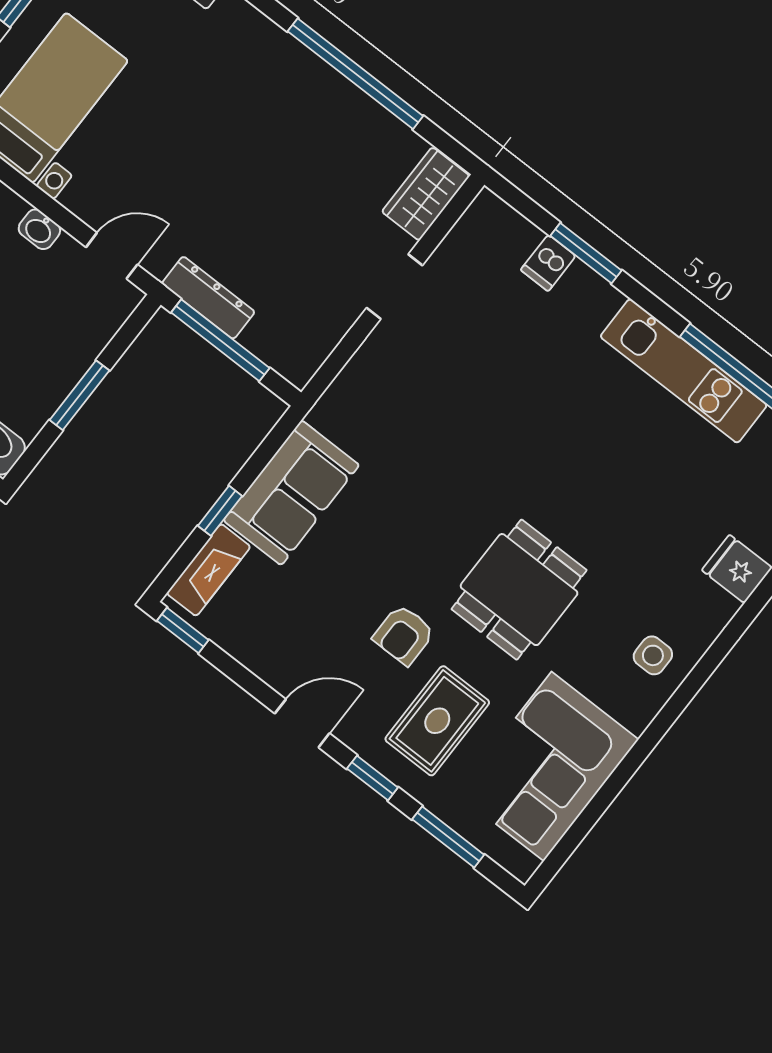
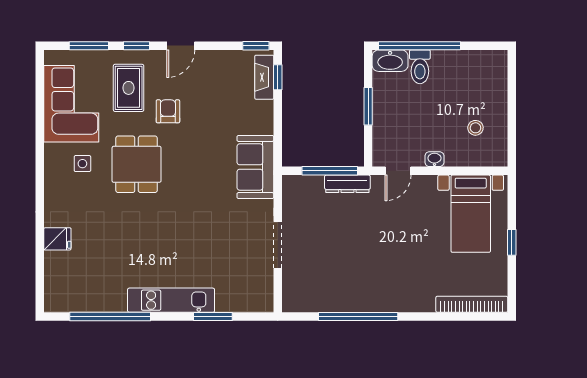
wardrobe: (426, 194) -> (294, 291), removed
dishwasher: (548, 263) -> (225, 301), removed
doorway: (394, 287) -> (278, 245), width x1.38
kitchen unit: (684, 371) -> (171, 300), moved
sofa: (291, 493) -> (255, 167), moved
window: (220, 511) -> (278, 77), moved
side table: (653, 655) -> (82, 164), moved

